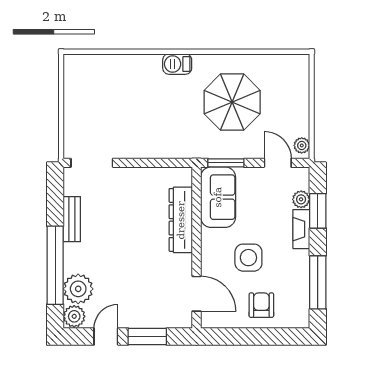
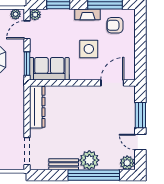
plant: (301, 199) -> (35, 15), moved
dresser: (181, 220) -> (37, 107), moved, turned -90
fireplace: (301, 229) -> (87, 14), moved
plant: (78, 289) -> (89, 160), moved
armchair: (261, 305) -> (115, 25), moved

